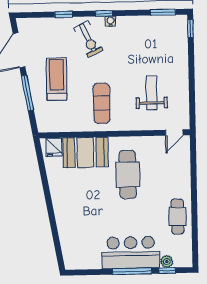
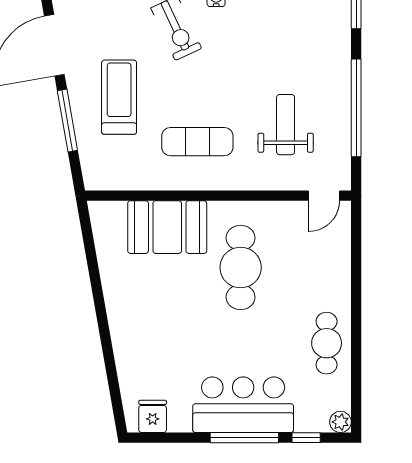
window: (192, 82) -> (356, 108), added
exercise mat: (102, 103) -> (197, 142), turned 90
fridge: (54, 147) -> (153, 416), moved, turned 180
plant: (167, 262) -> (340, 422), moved

